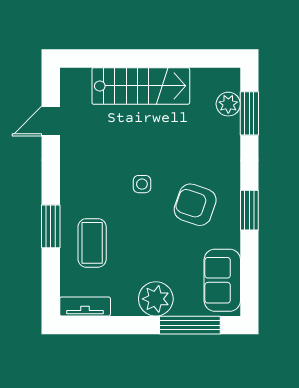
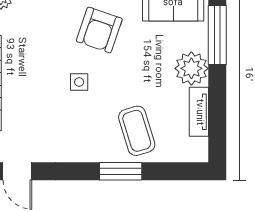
coffee table: (92, 243) -> (137, 131), turned 73
tv unit: (85, 306) -> (199, 112), moved

